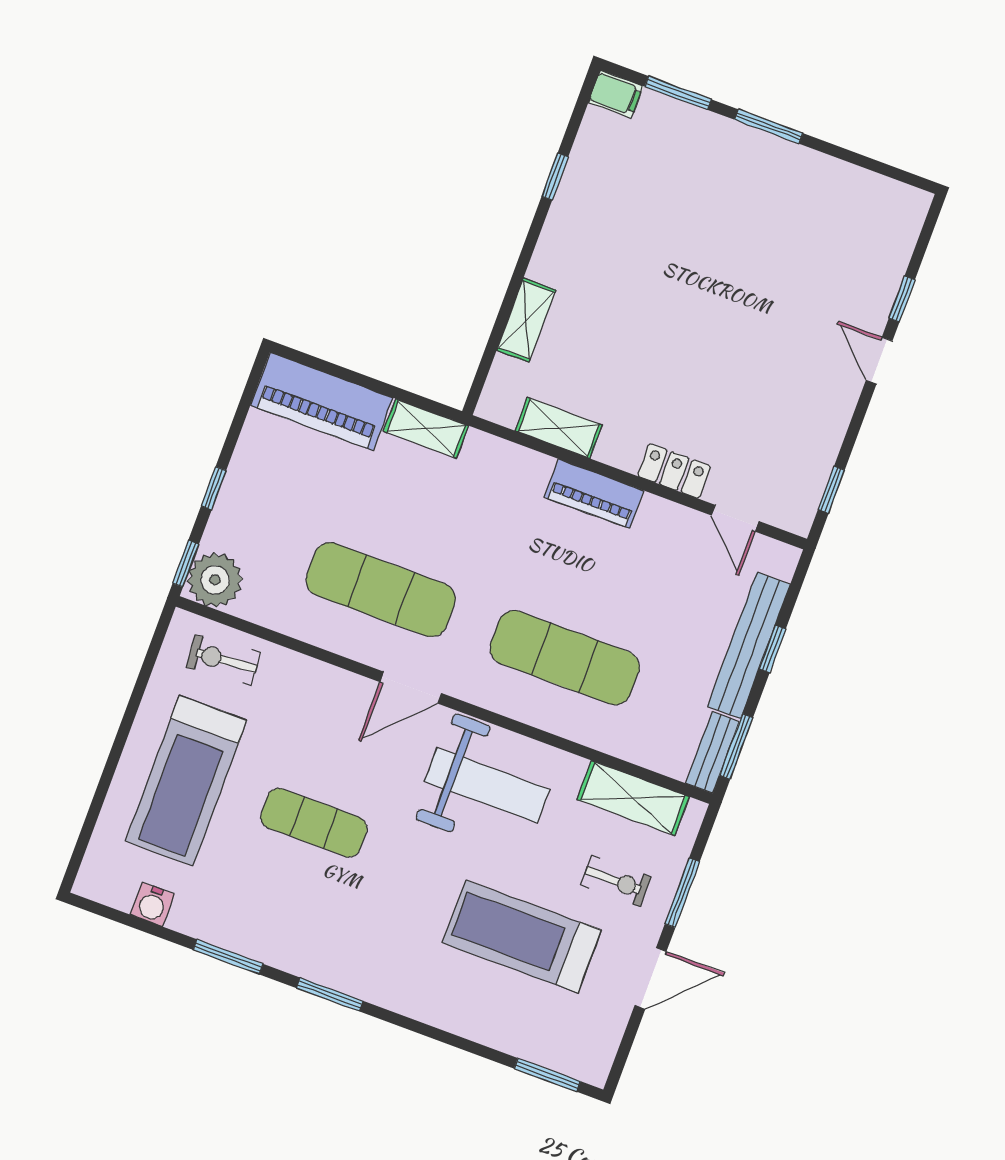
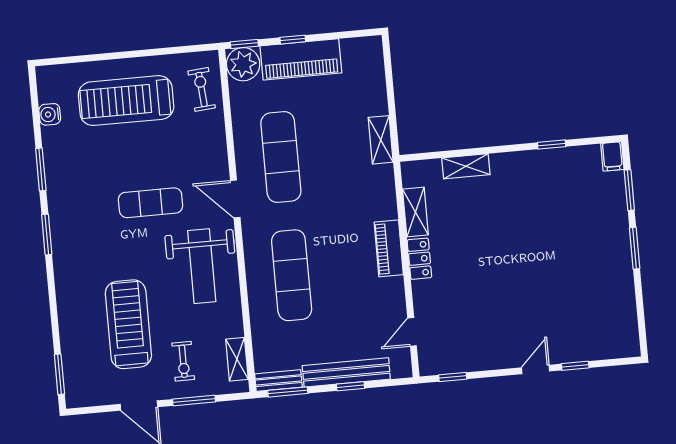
piano: (322, 402) -> (301, 59), moved, turned -90
locker: (674, 471) -> (419, 259), moved
shelving: (633, 798) -> (237, 359), width x0.67, depth x0.75
exercise mat: (314, 823) -> (151, 203), moved, turned 90

